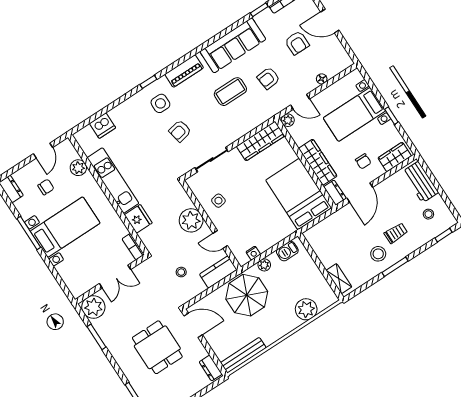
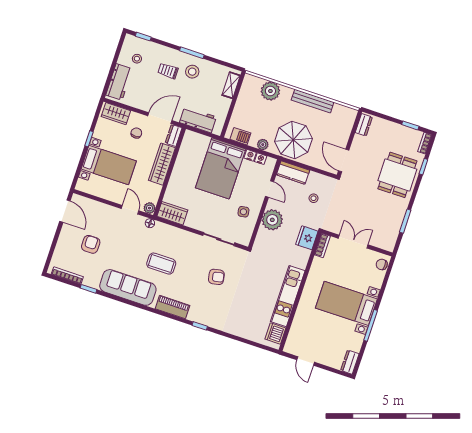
door: (330, 21) -> (65, 211), moved
armchair: (268, 78) -> (131, 245), removed
floor lamp: (322, 79) -> (150, 223), moved
side table: (160, 103) -> (208, 306), removed
dishwasher: (103, 126) -> (275, 334), moved, turned -90
wardrobe: (261, 141) -> (172, 213), width x0.67
door: (43, 151) -> (306, 361), swing flipped
plant: (78, 168) -> (298, 327), removed
chair: (46, 187) -> (382, 264), moved
bed: (299, 194) -> (221, 168), moved
fridge: (138, 219) -> (307, 238), moved
workbench: (332, 225) -> (198, 120), added
nightstand: (264, 246) -> (250, 155), added
plant: (93, 307) -> (386, 240), removed
dining table: (157, 347) -> (397, 175), moved
bench: (243, 355) -> (313, 101), moved

